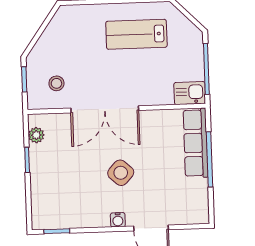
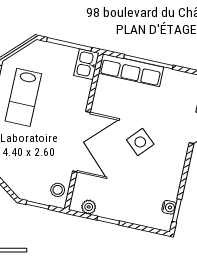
stool: (56, 83) -> (58, 190), moved
water cooler: (118, 220) -> (169, 207), moved

